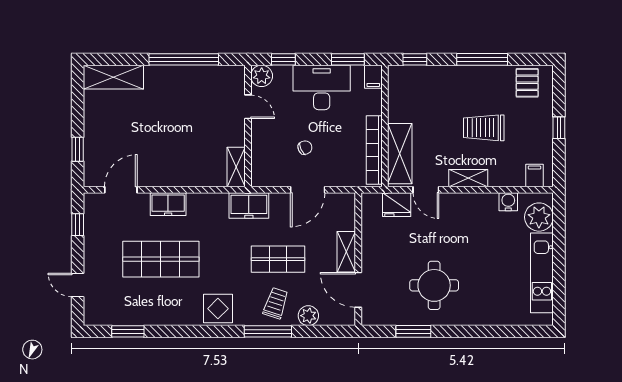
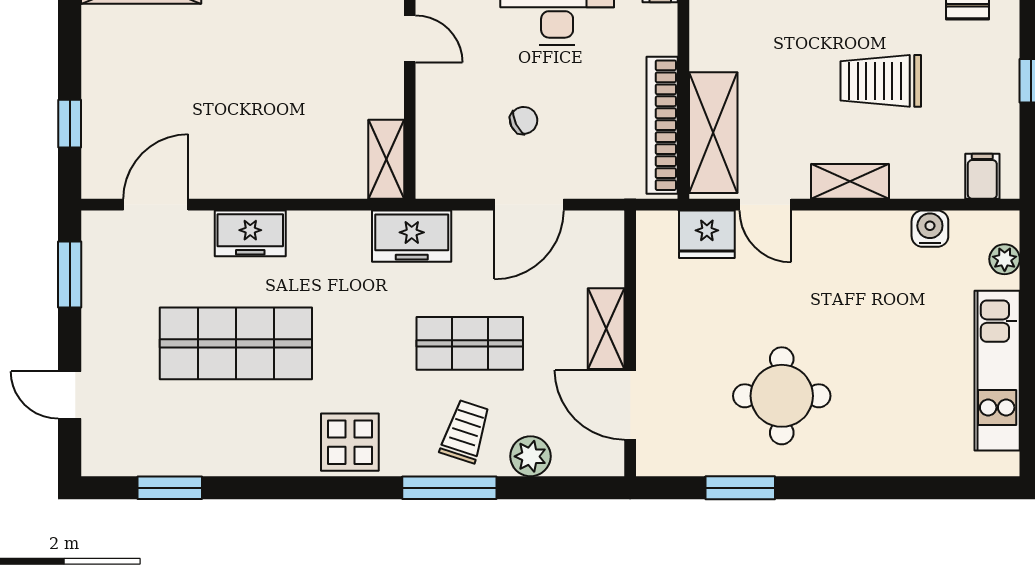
plant: (539, 217) -> (1005, 259), width x0.53, depth x0.53
window: (78, 225) -> (70, 274), width x1.50

